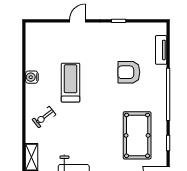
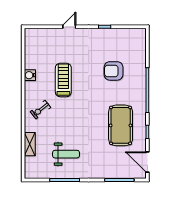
tv unit: (161, 50) -> (141, 52), removed

